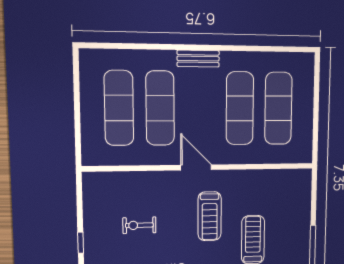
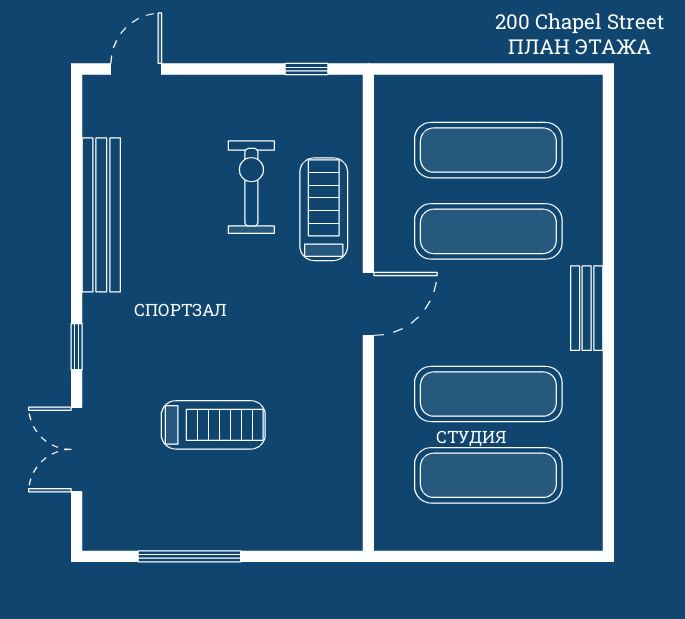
treadmill: (210, 216) -> (324, 209), moved, turned 90
exercise bike: (139, 225) -> (251, 187), width x1.38, depth x1.39
window: (81, 243) -> (306, 69), moved

